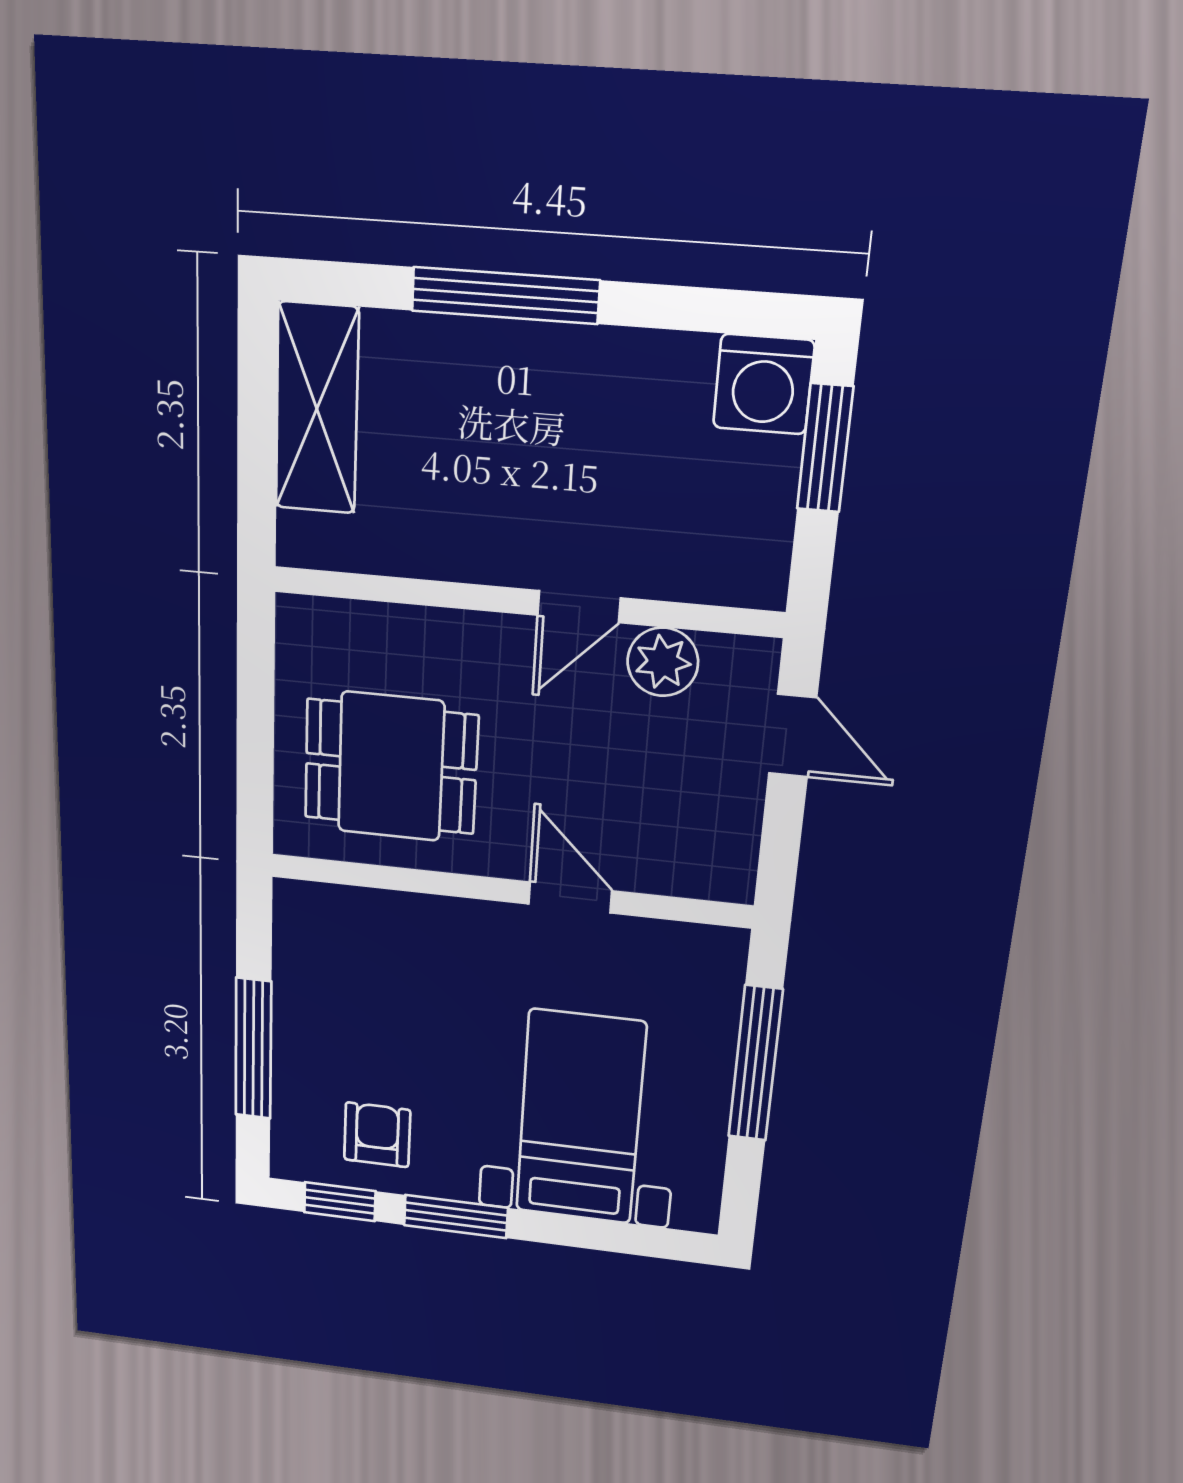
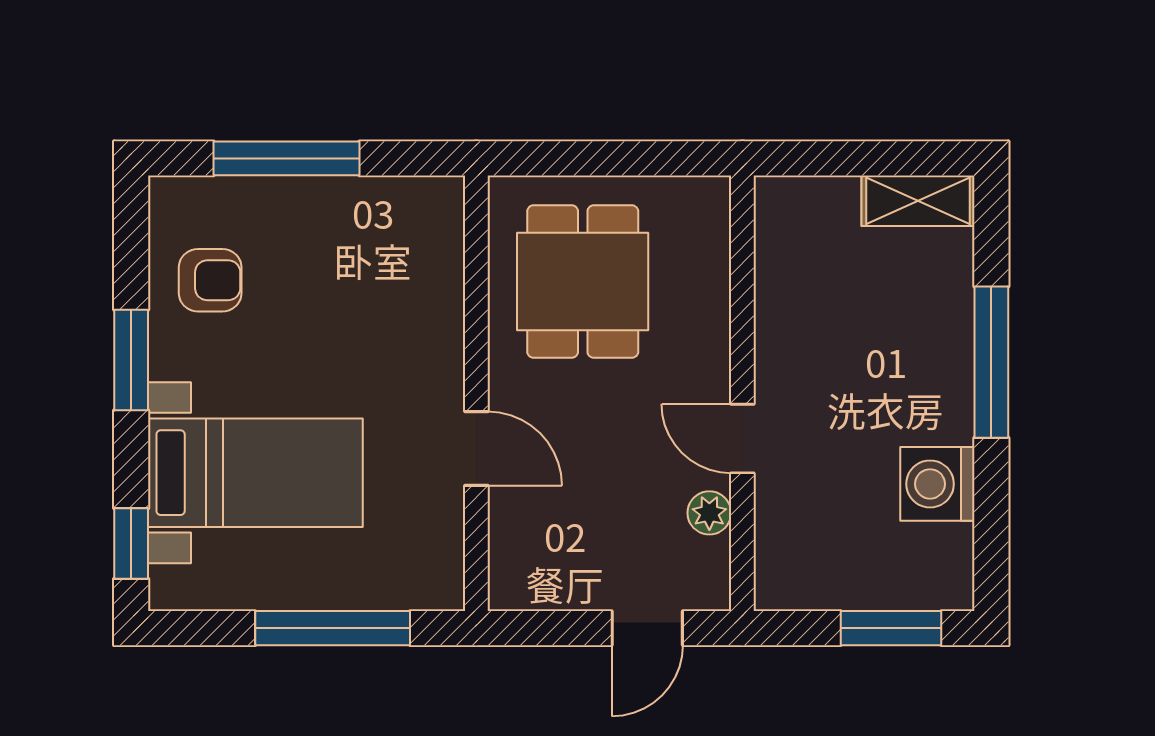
washing machine: (764, 384) -> (937, 484), moved
shelving: (317, 409) -> (918, 201), width x0.67, depth x0.75
plant: (663, 662) -> (709, 513), width x0.73, depth x0.73
door: (570, 897) -> (476, 448), hinge flipped
window: (340, 1202) -> (131, 544), moved

